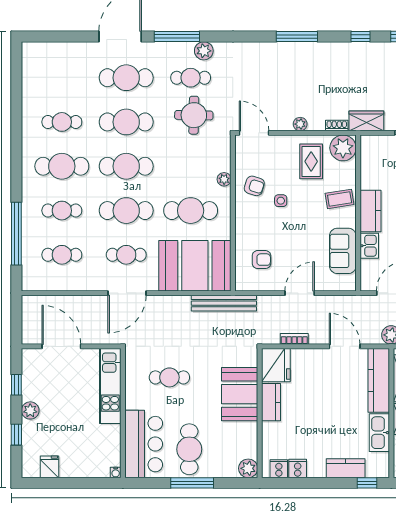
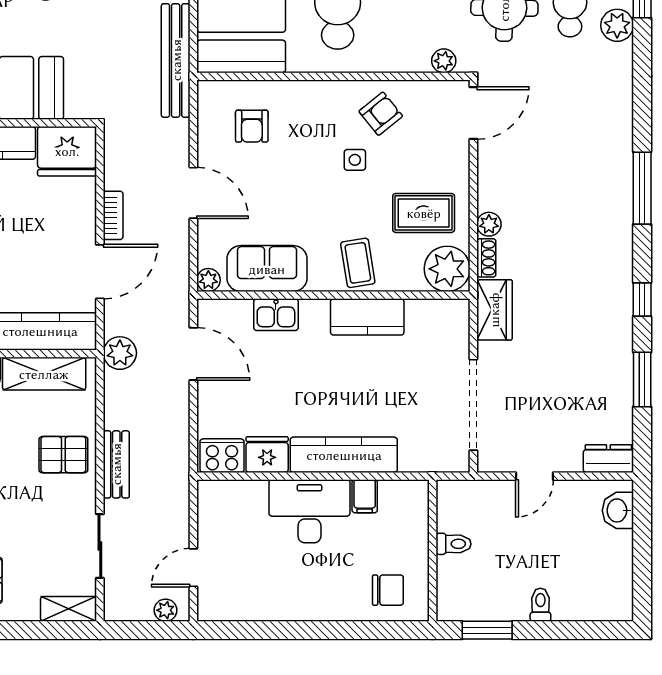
plant: (300, 124) -> (489, 224), moved
plant: (224, 179) -> (444, 61), moved
armchair: (254, 186) -> (381, 114), turned -146
kitchen counter: (370, 211) -> (367, 317), moved
plant: (349, 284) -> (208, 280), added
bookcase: (294, 339) -> (113, 215), moved

